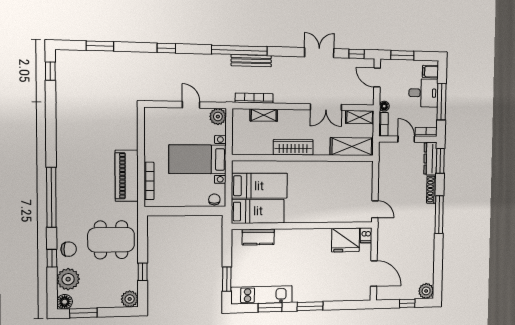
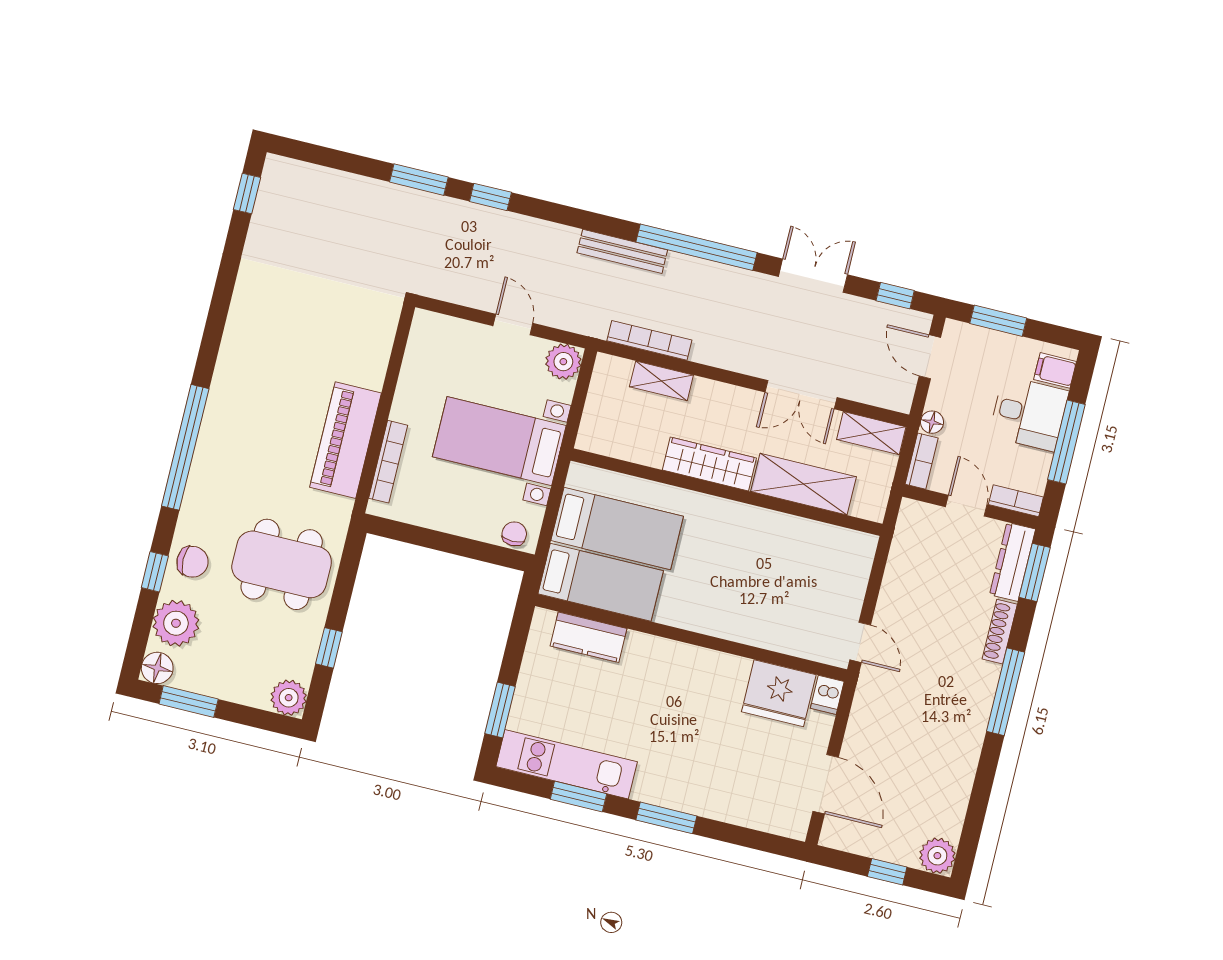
window: (100, 46) -> (419, 180), moved
window: (239, 50) -> (696, 247), moved
bench: (251, 61) -> (622, 251), moved
shelving: (352, 147) -> (804, 484), moved

